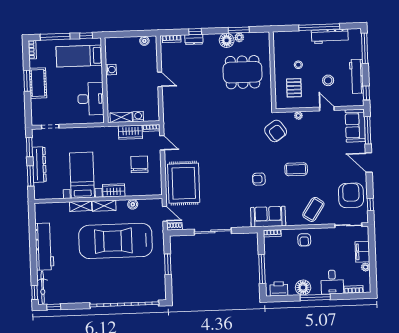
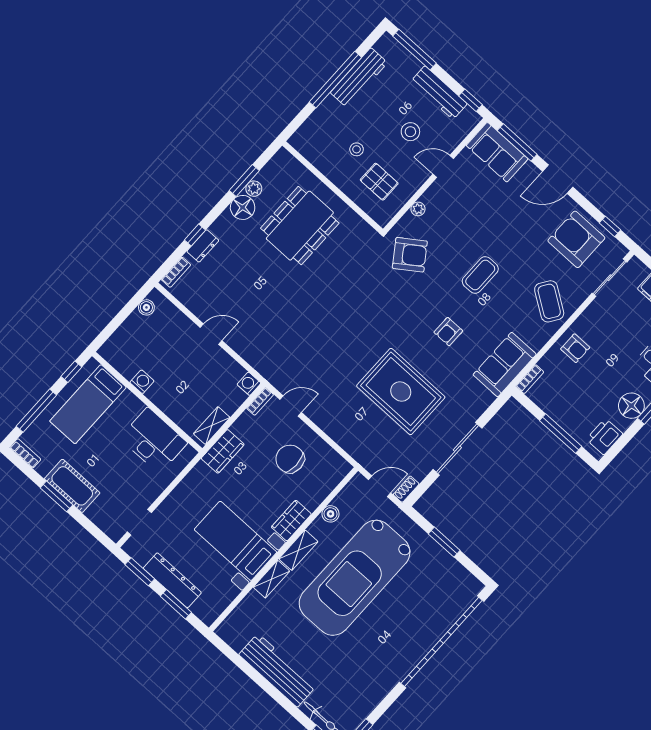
washing machine: (138, 117) -> (249, 384), moved
wardrobe: (130, 132) -> (223, 451), moved
rug: (184, 183) -> (401, 391), moved

